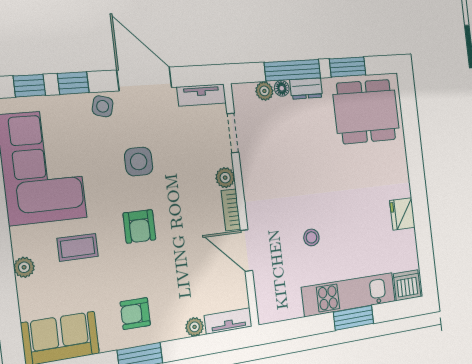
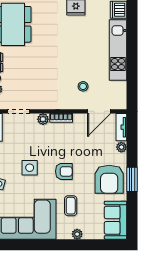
stool: (311, 237) -> (83, 86), moved
door: (247, 250) -> (99, 111), moved
armchair: (135, 314) -> (109, 179), width x1.88, depth x1.88
window: (354, 318) -> (132, 49), removed

